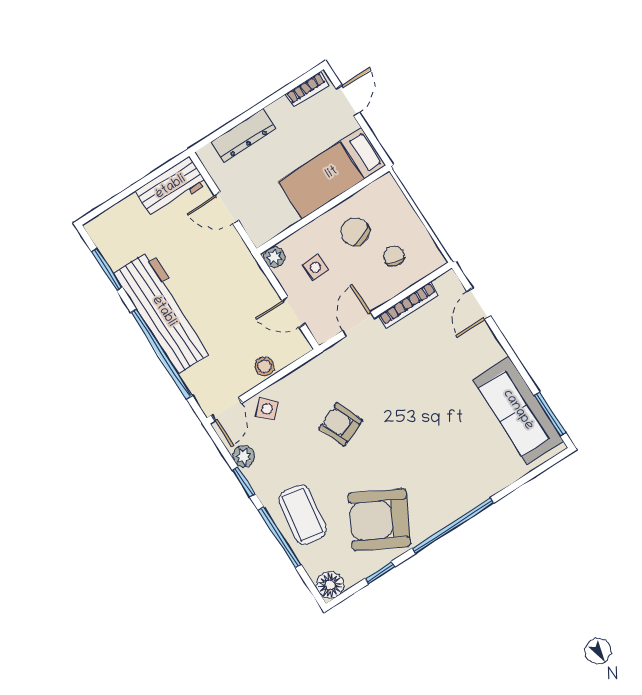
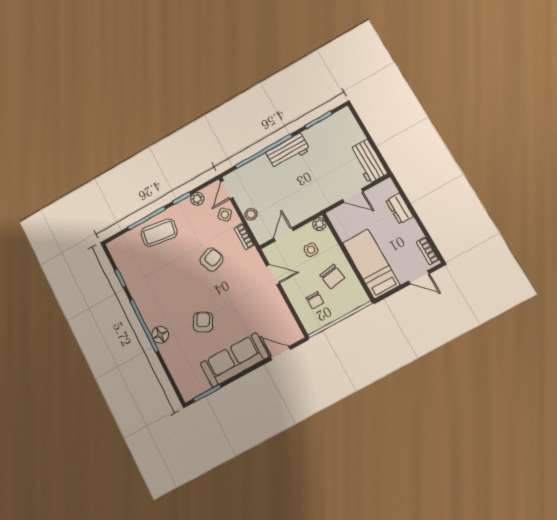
dresser: (243, 135) -> (399, 209), width x0.70
door: (227, 208) -> (353, 196), swing flipped
chair: (355, 232) -> (332, 277), turned 103
chair: (394, 256) -> (315, 300), turned 73
bookcase: (408, 305) -> (244, 237), moved, width x0.64
workbench: (164, 312) -> (288, 151), width x0.53, depth x0.76
door: (227, 409) -> (227, 190), hinge flipped
sofa: (518, 410) -> (234, 360), moved
armchair: (379, 520) -> (203, 322), moved, width x0.53, depth x0.53
floor lamp: (330, 585) -> (160, 335), moved

